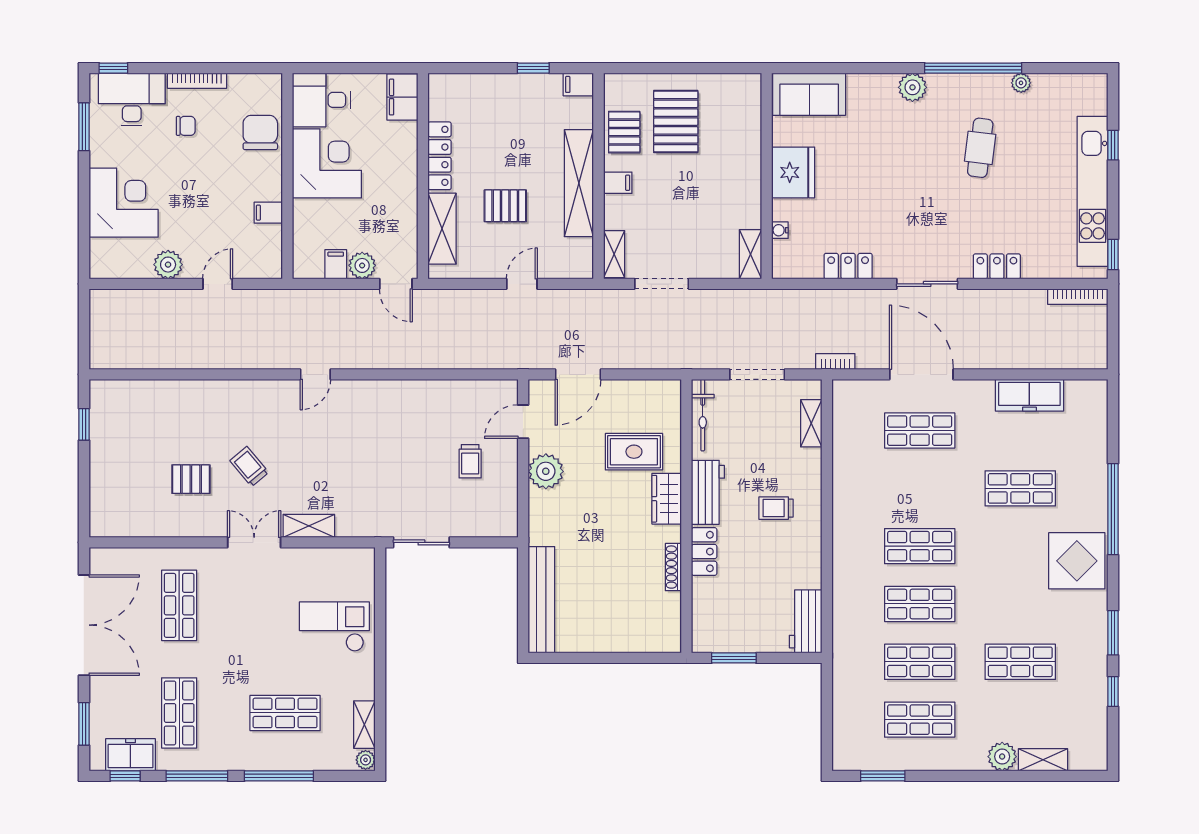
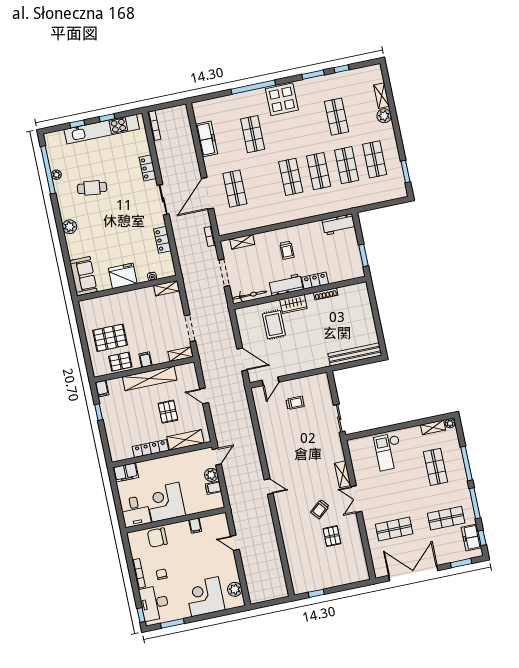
window: (973, 68) -> (48, 170), moved
window: (1113, 255) -> (107, 118), moved
plant: (168, 265) -> (235, 589), moved
door: (523, 422) -> (271, 381), hinge flipped
plant: (546, 471) -> (292, 365), removed

